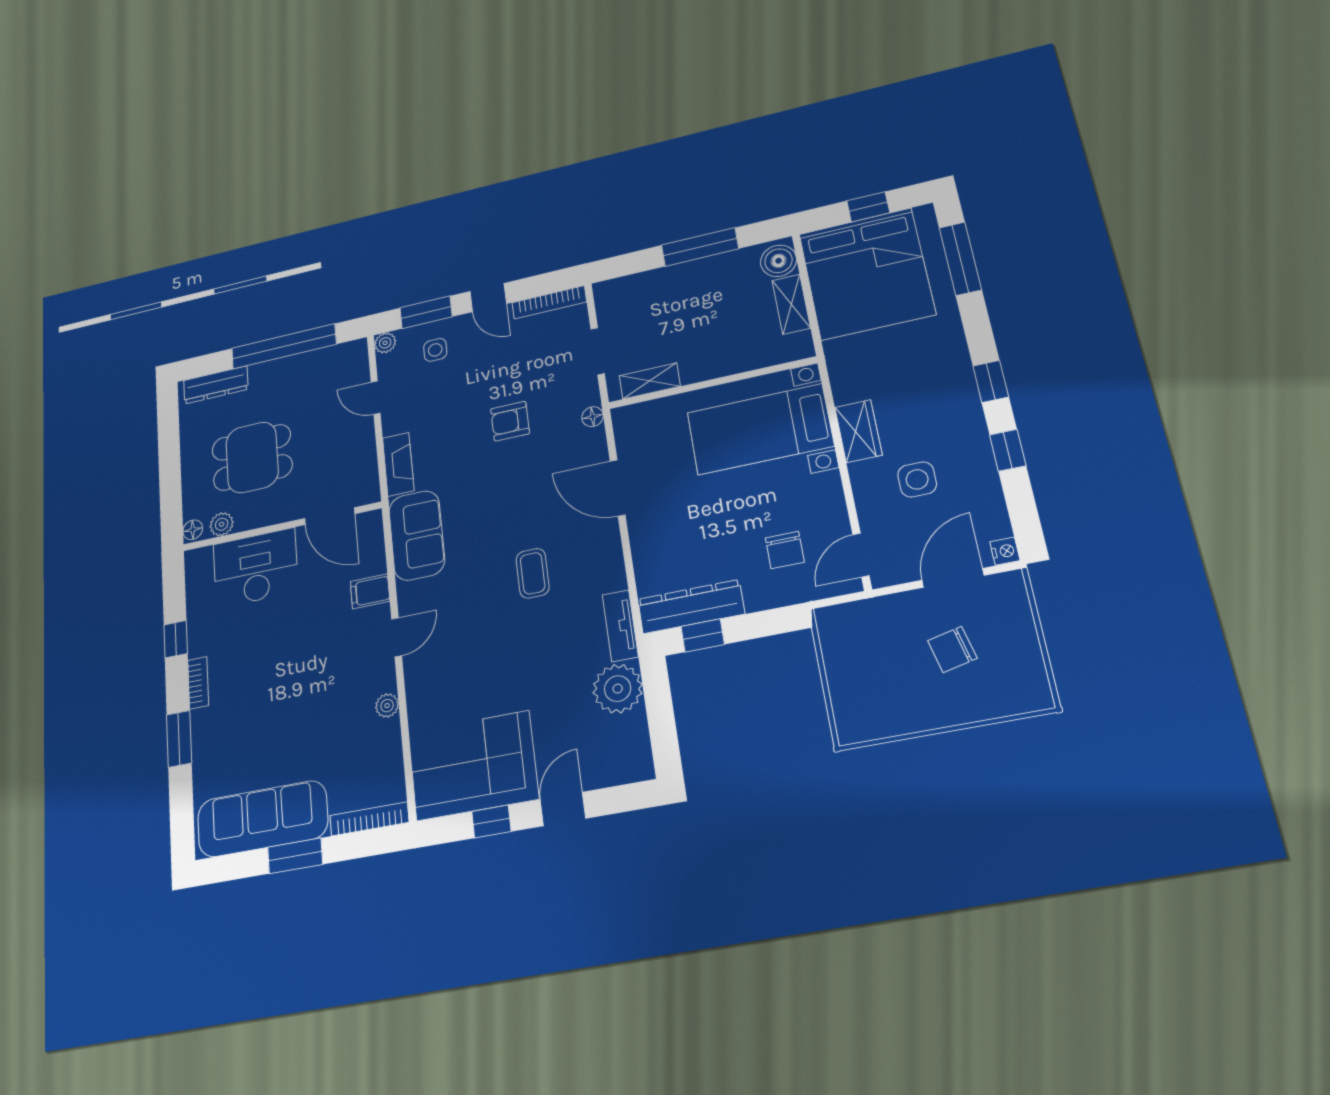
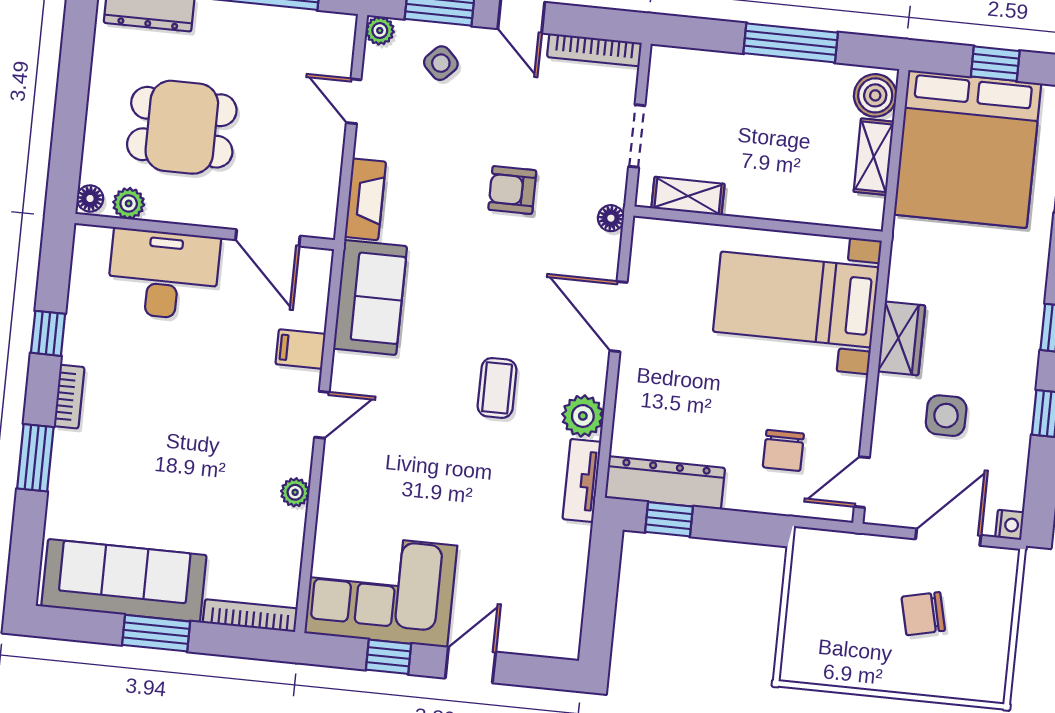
side table: (435, 350) -> (441, 63), turned 45
plant: (618, 689) -> (583, 416), moved, width x0.73, depth x0.73

